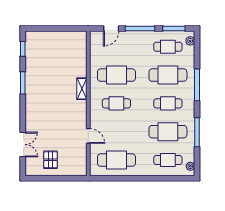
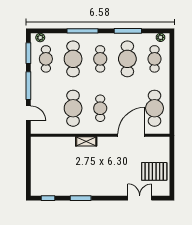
door: (88, 136) -> (131, 135), width x1.88
pallet: (51, 160) -> (154, 171), width x1.50, depth x1.42

